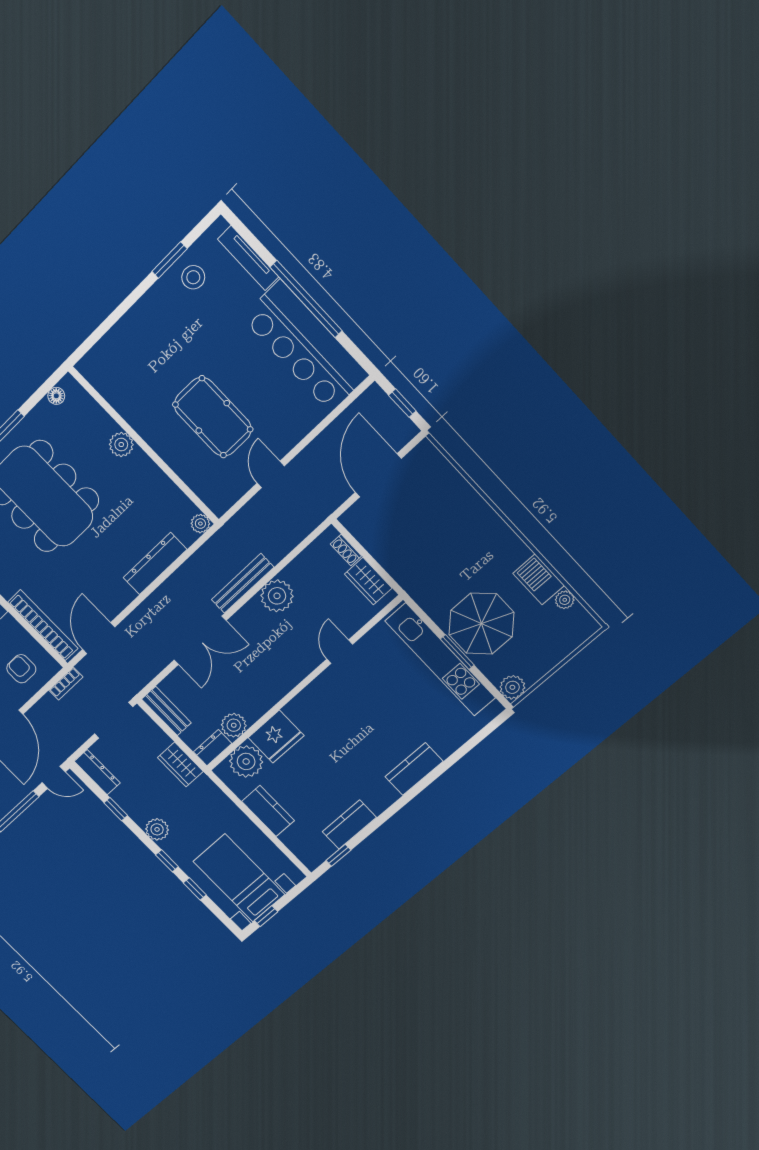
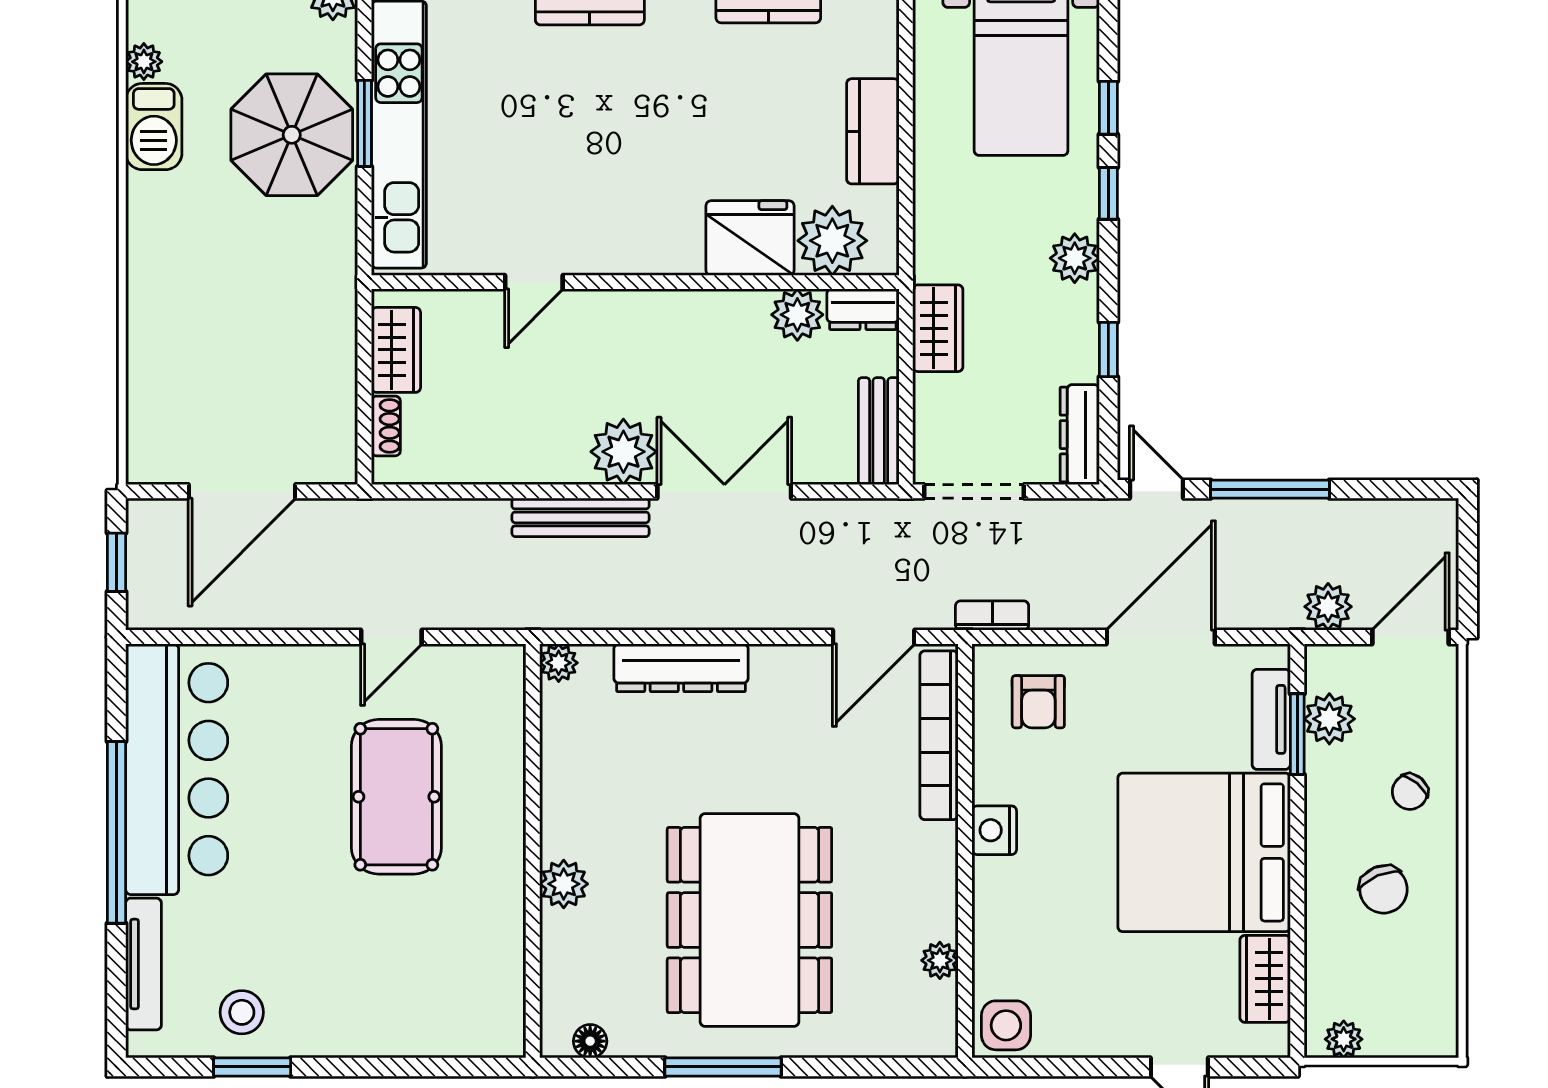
plant: (277, 596) -> (623, 452), moved

